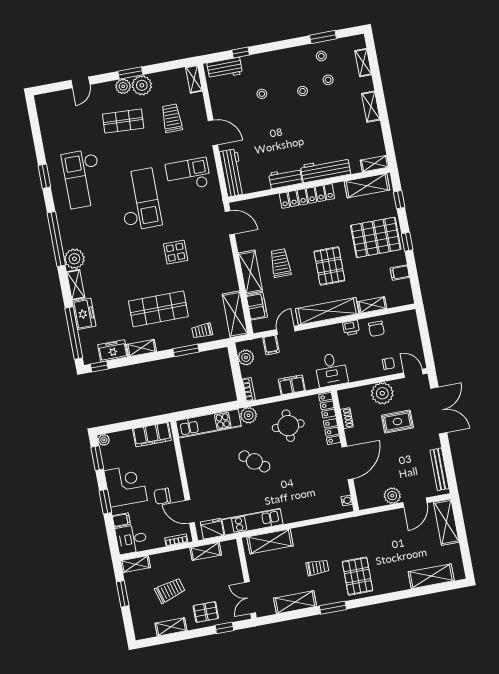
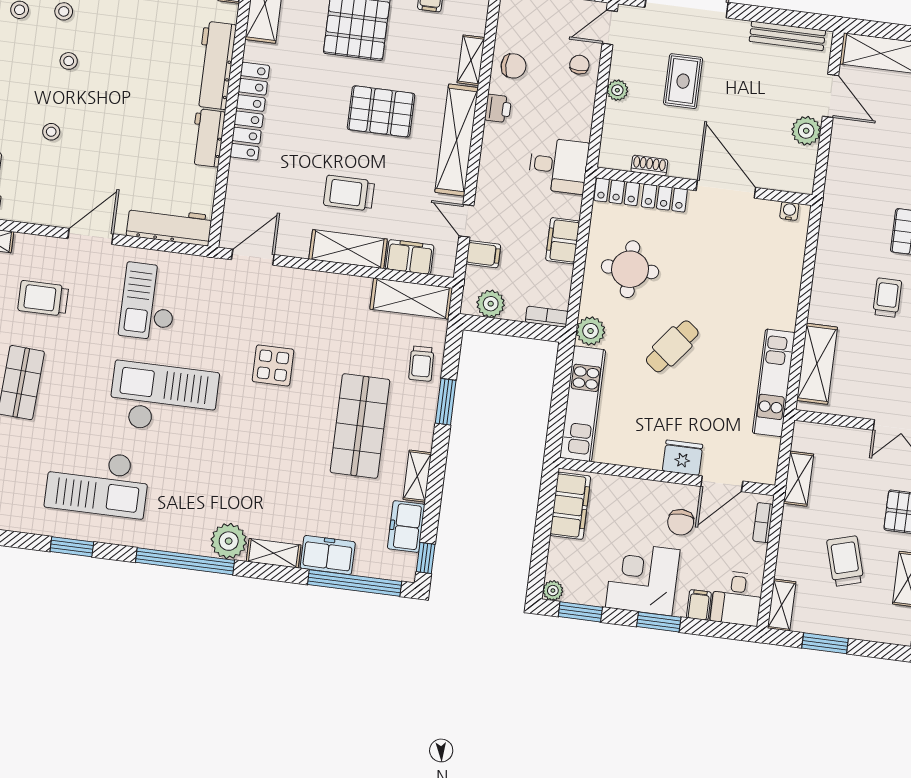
plant: (382, 393) -> (617, 90), width x0.53, depth x0.53
fridge: (212, 529) -> (683, 458), moved, turned 90

